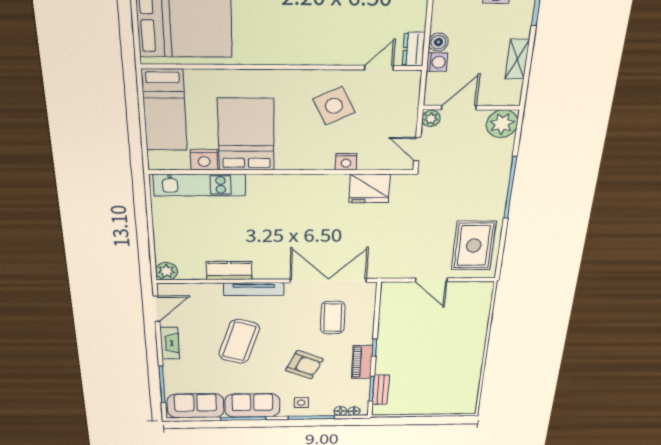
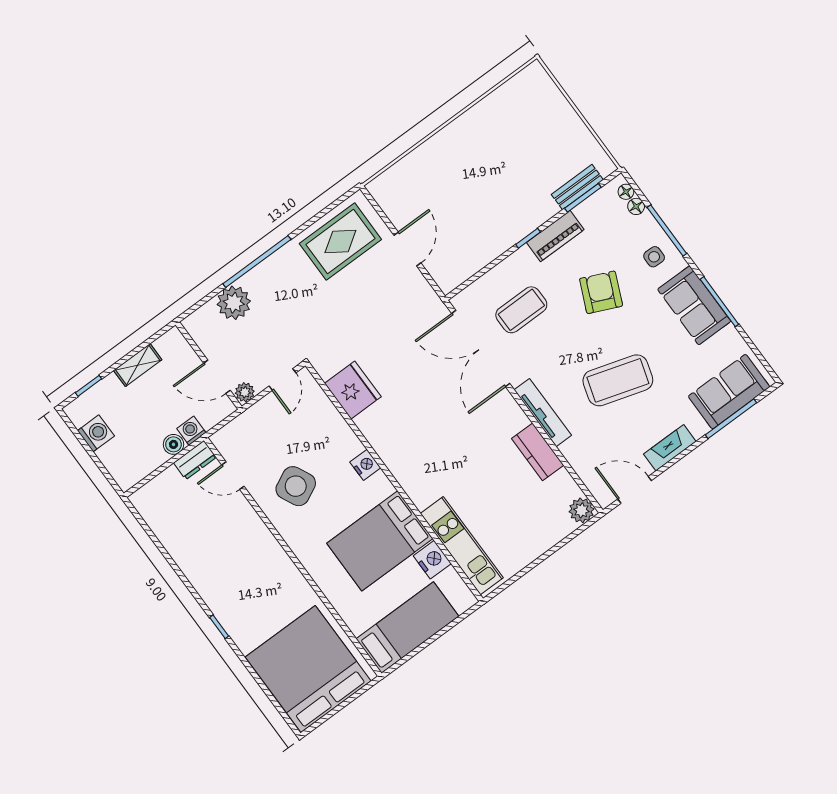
plant: (502, 124) -> (234, 303), moved
nightstand: (346, 162) -> (365, 465), moved
sofa: (196, 406) -> (729, 392), moved, turned 90

